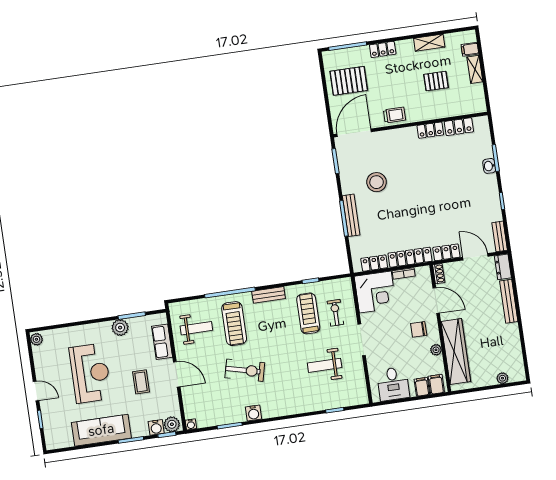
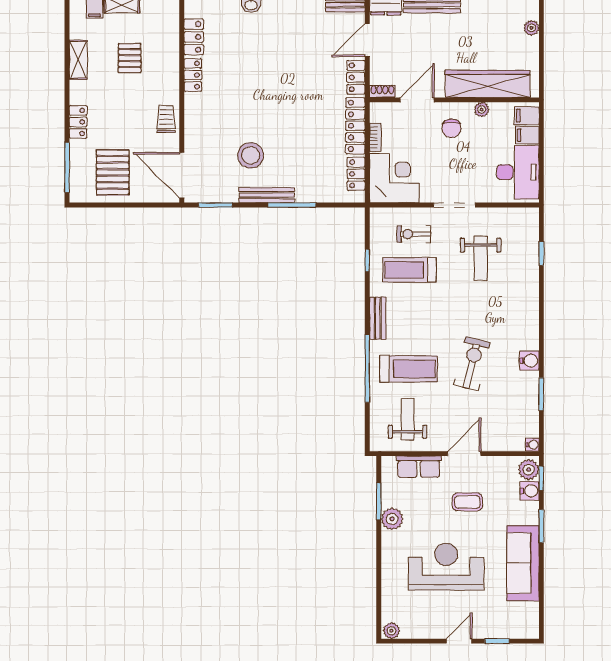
bench: (351, 215) -> (267, 195), moved
desk: (393, 384) -> (518, 172), width x1.37

